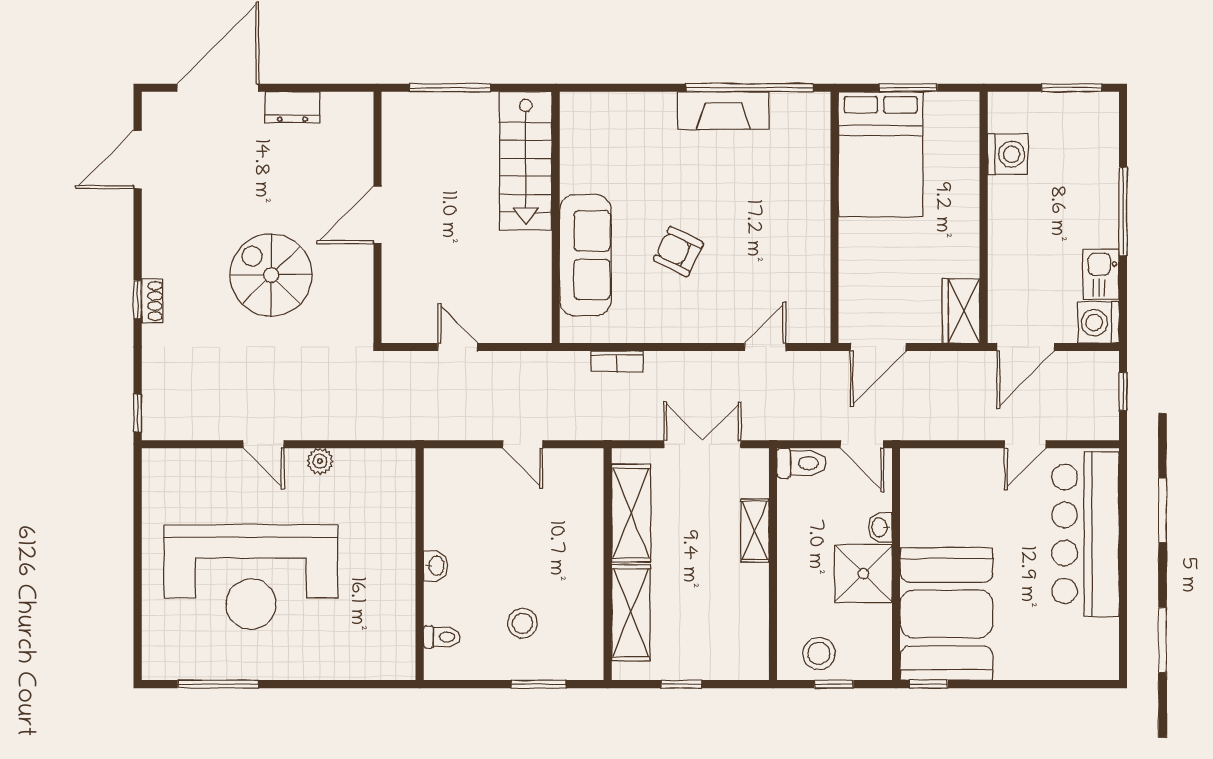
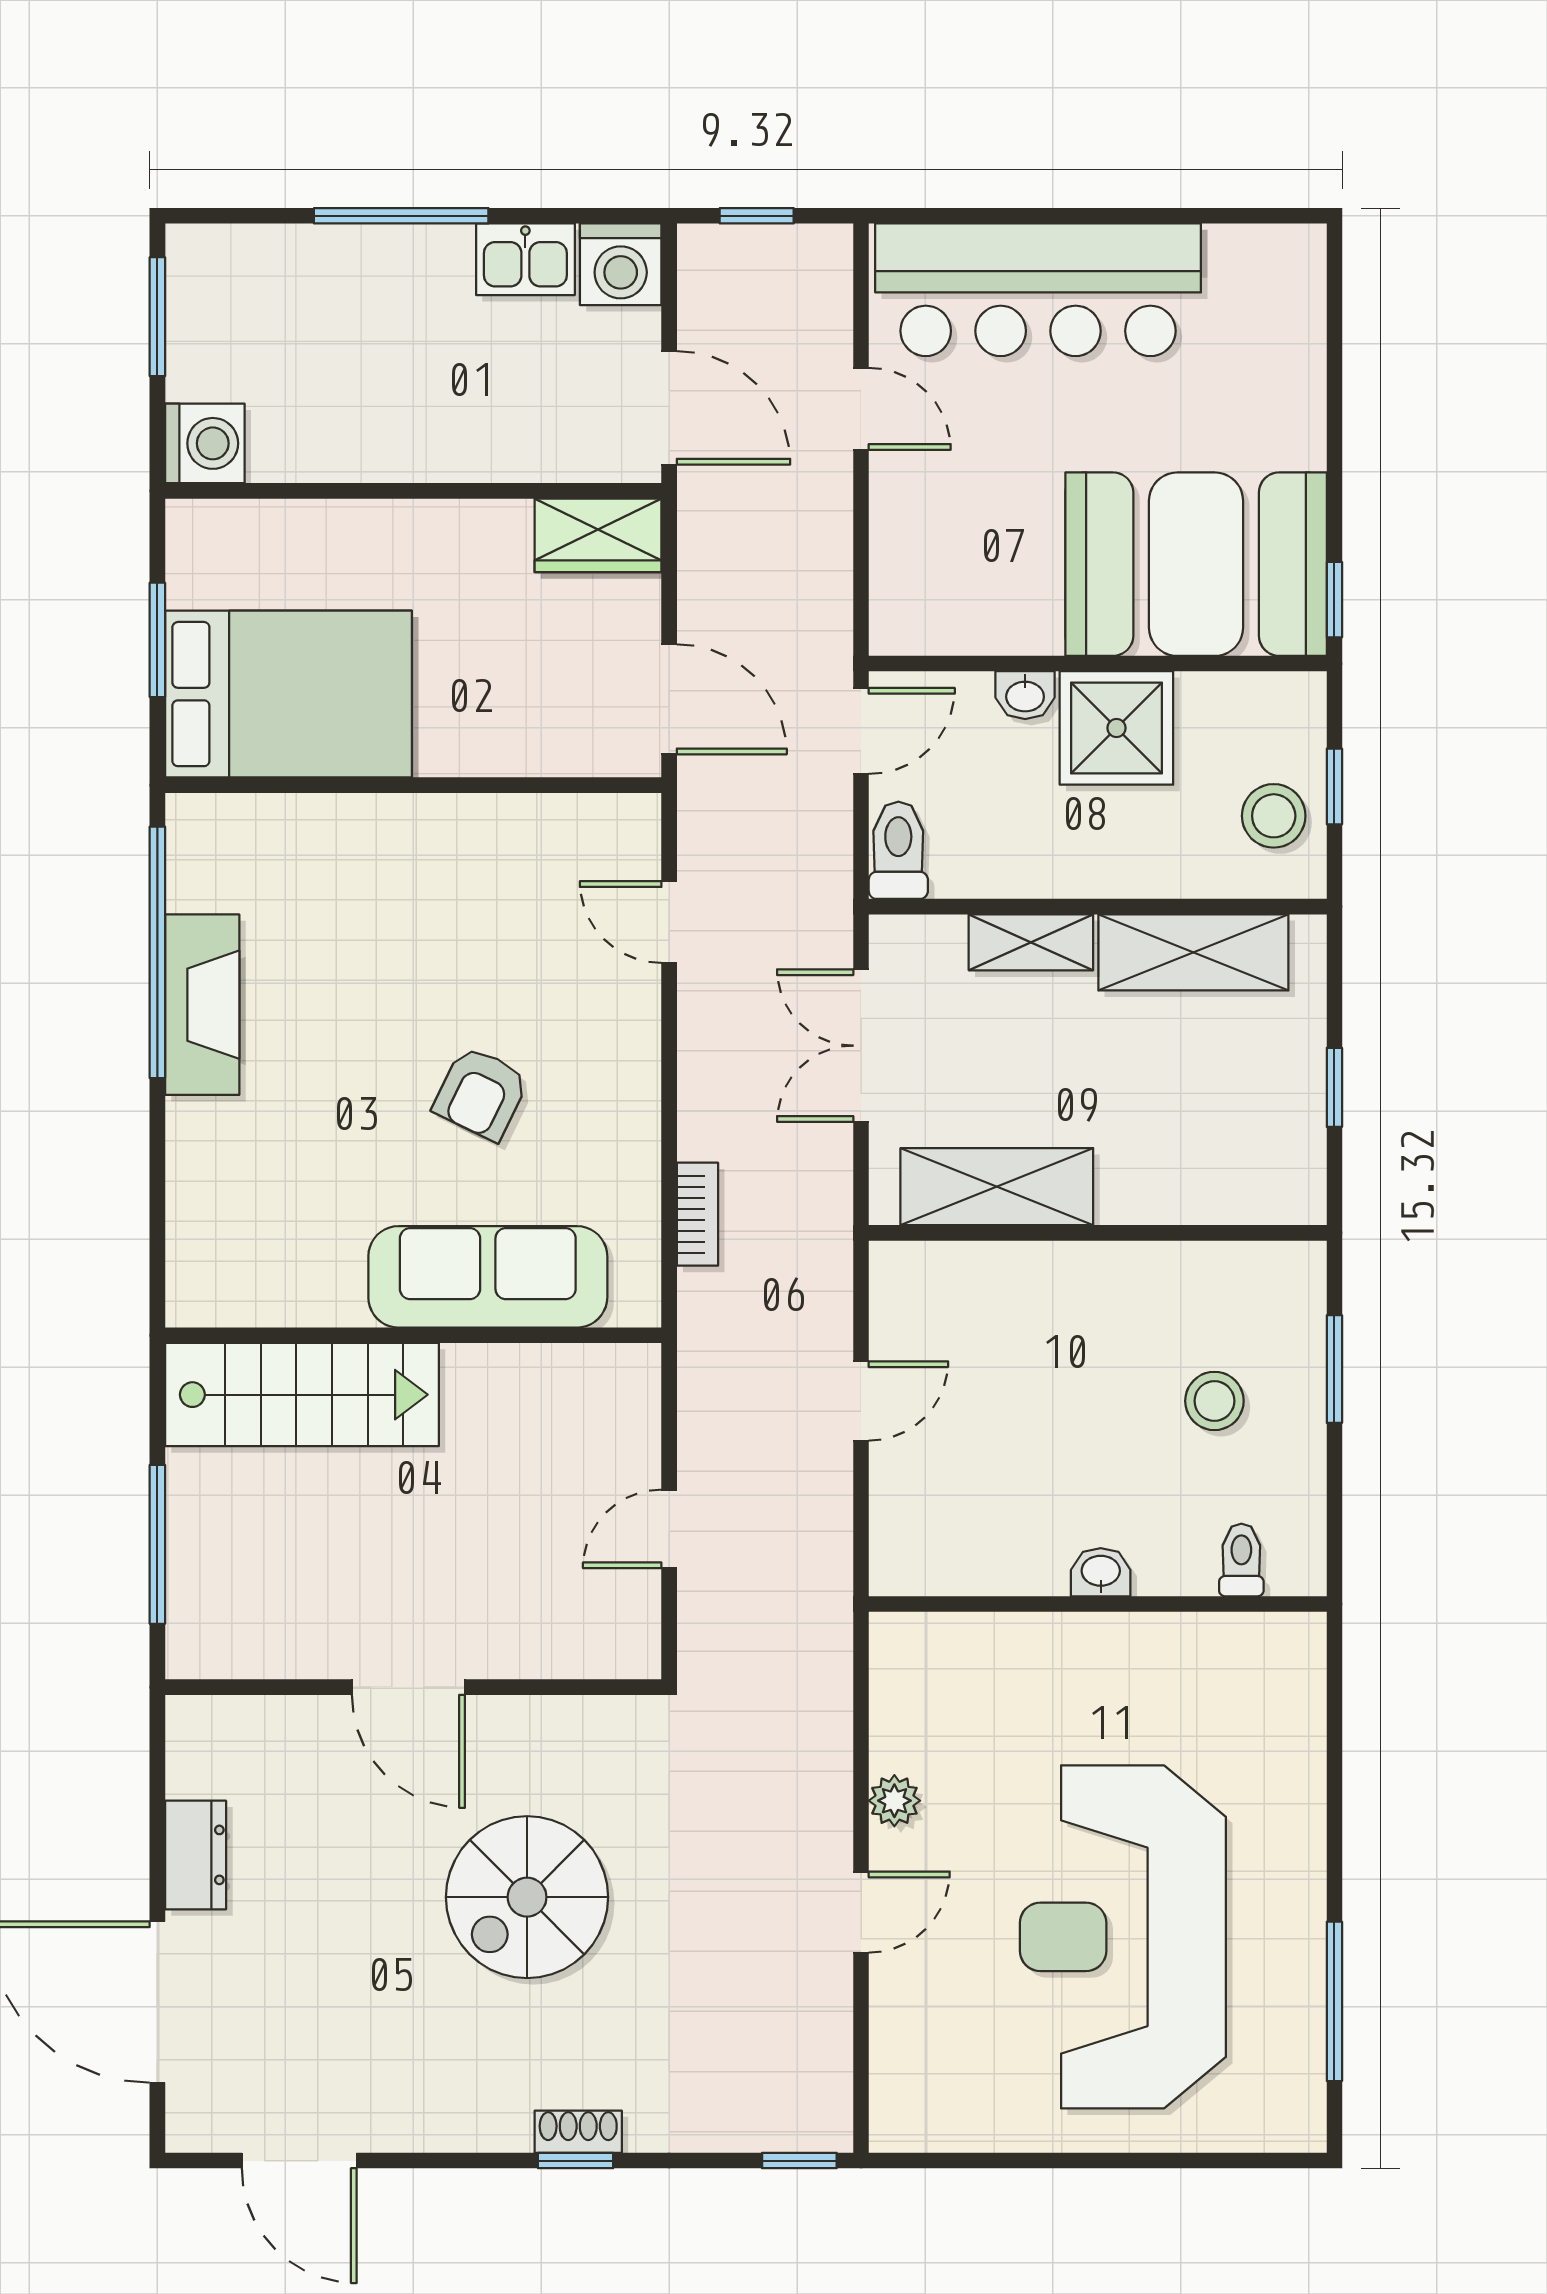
washing machine: (1008, 154) -> (205, 443), moved, turned 90
reception desk: (251, 577) -> (1123, 1937), turned 180
shelving: (631, 613) -> (1193, 952), moved

